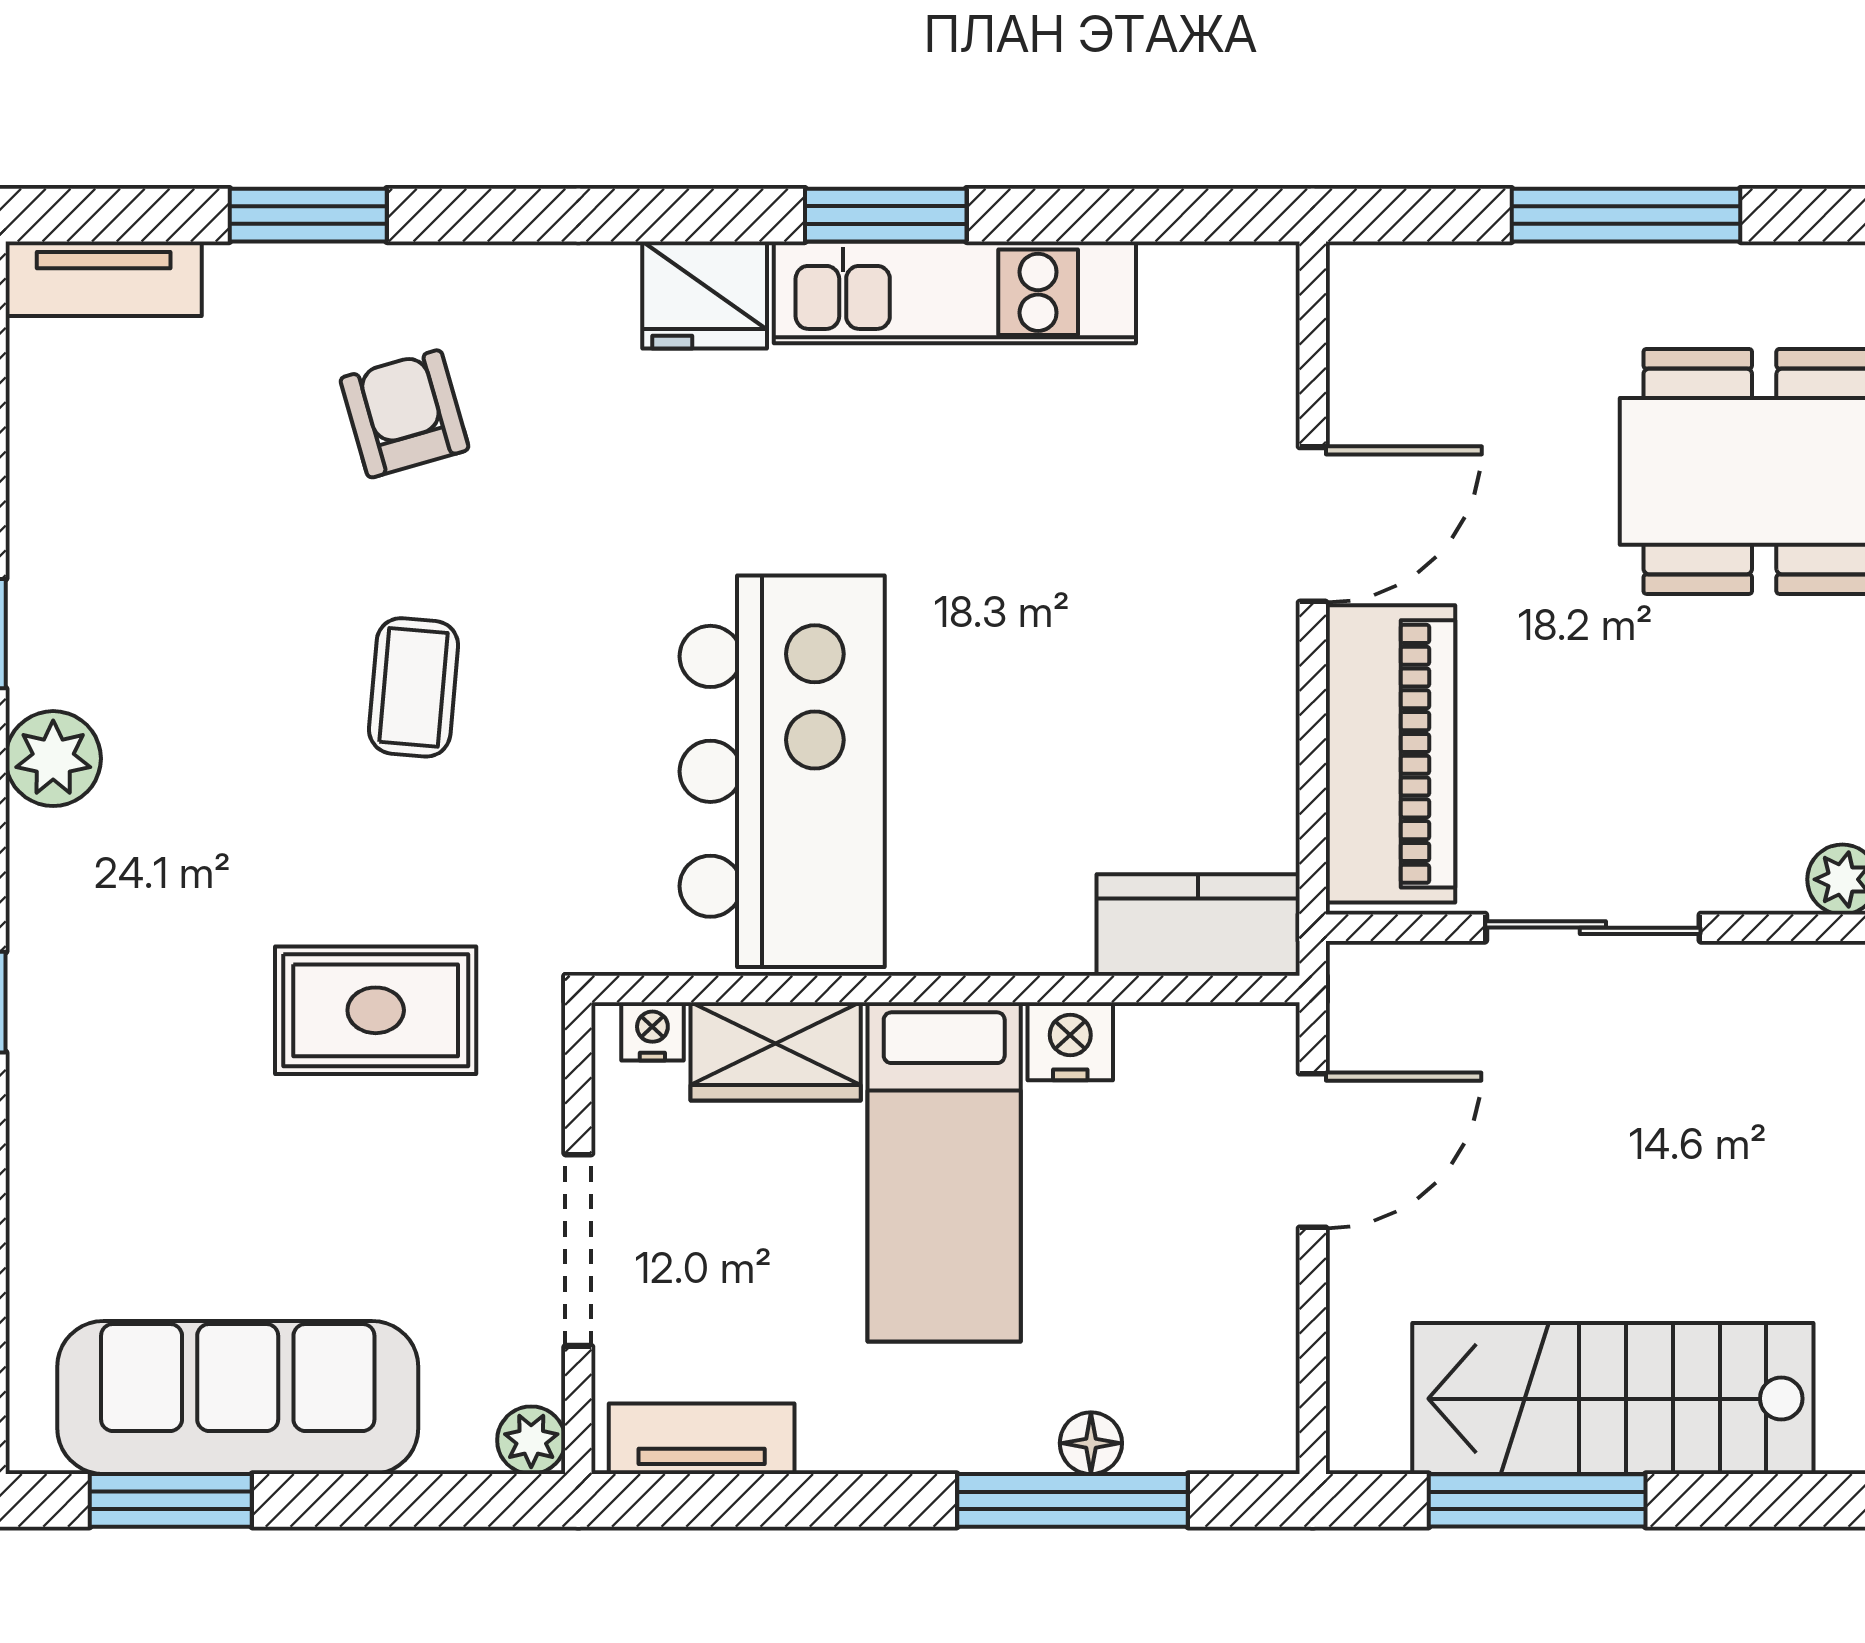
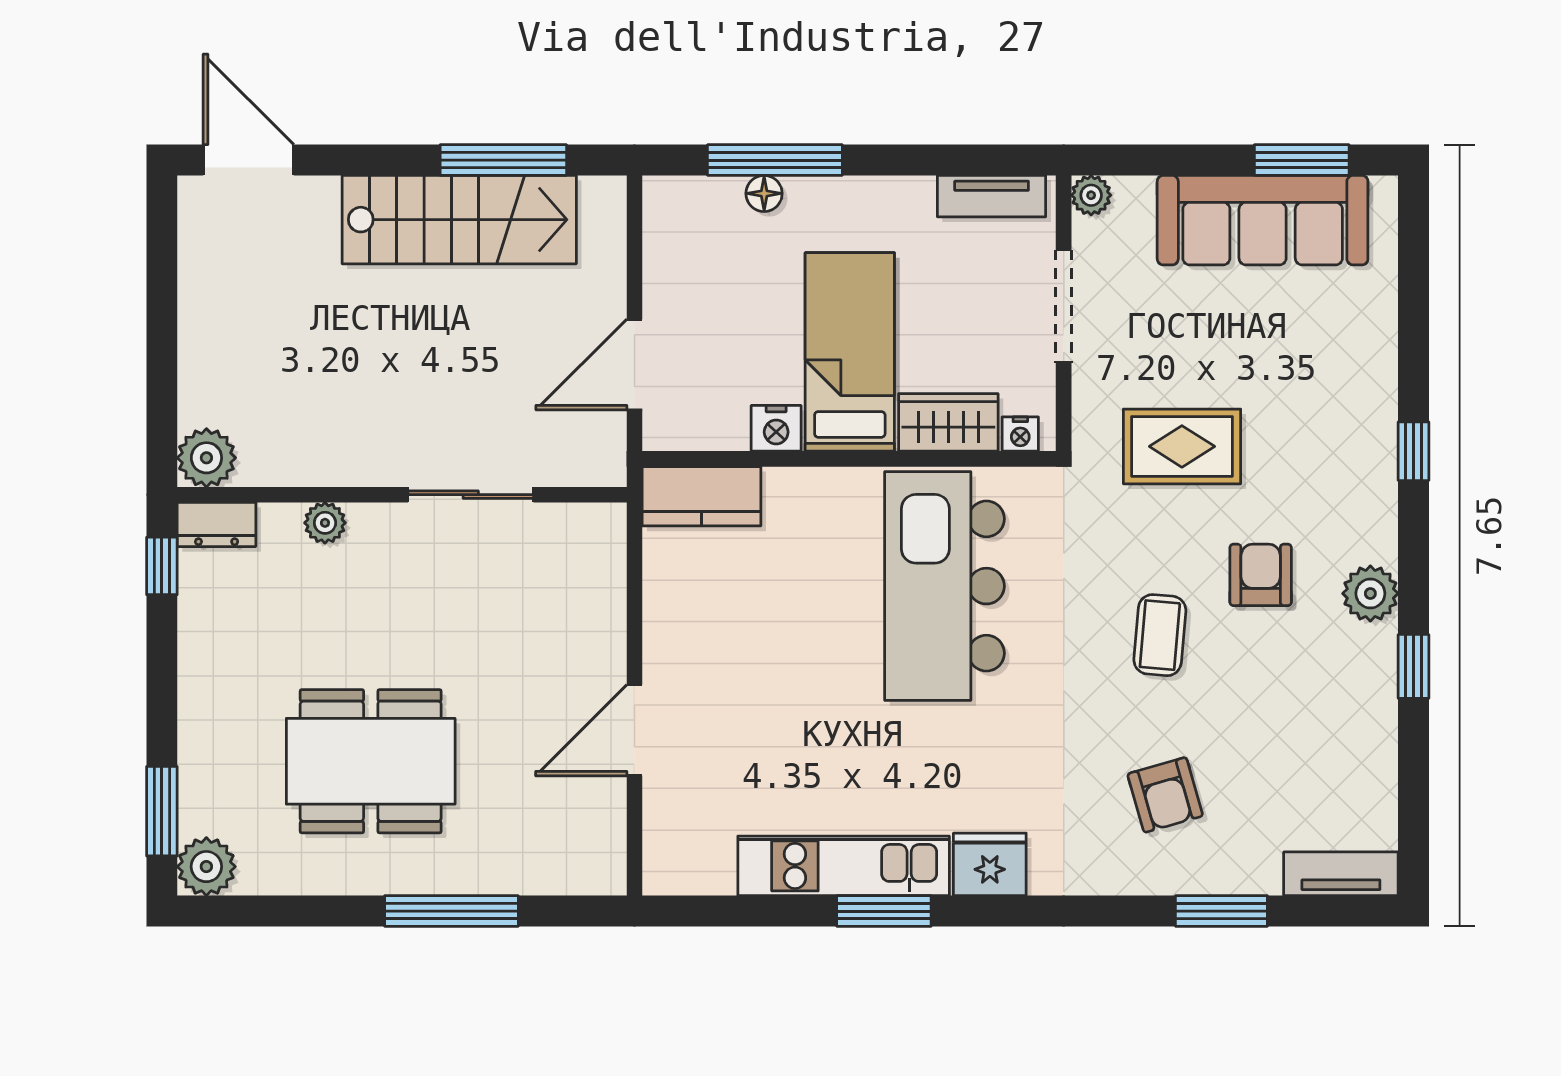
piano: (1390, 754) -> (589, 596), removed
armchair: (241, 790) -> (1261, 575), added

